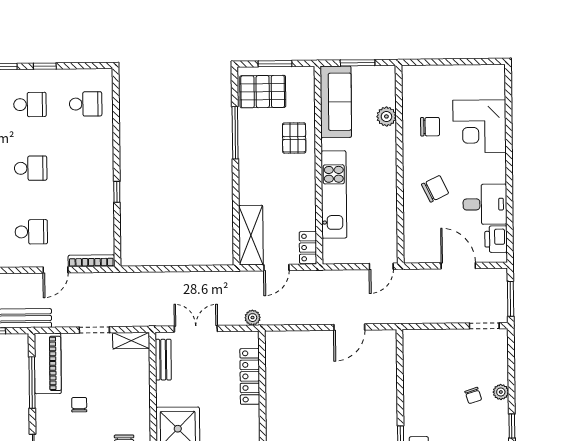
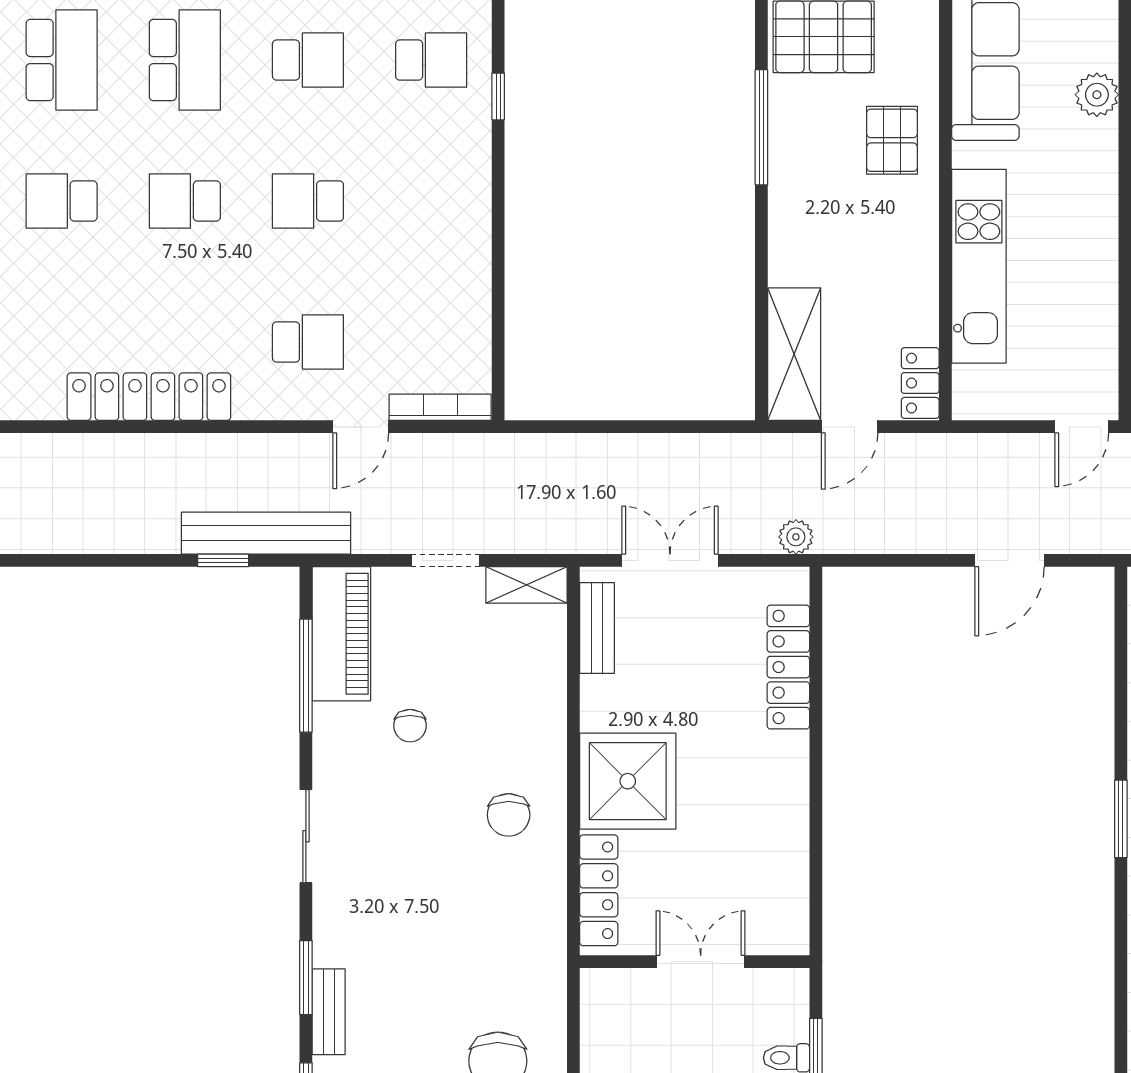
school desk: (31, 168) -> (308, 201), turned 180
window: (117, 192) -> (498, 96), moved
chair: (79, 405) -> (410, 726), turned 180

